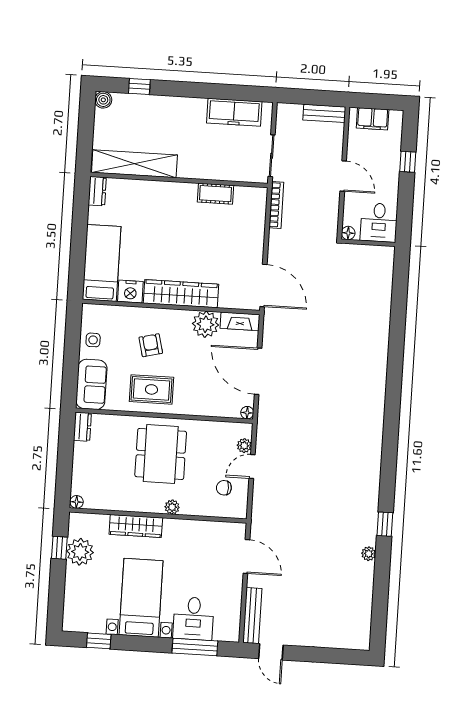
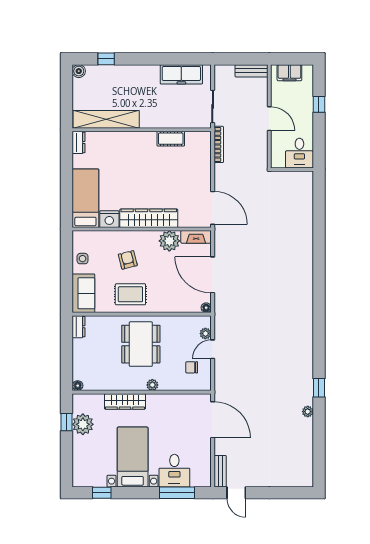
floor lamp: (348, 233) -> (276, 163), removed
door: (246, 556) -> (213, 420), width x1.36
bench: (252, 616) -> (220, 471), width x0.73

